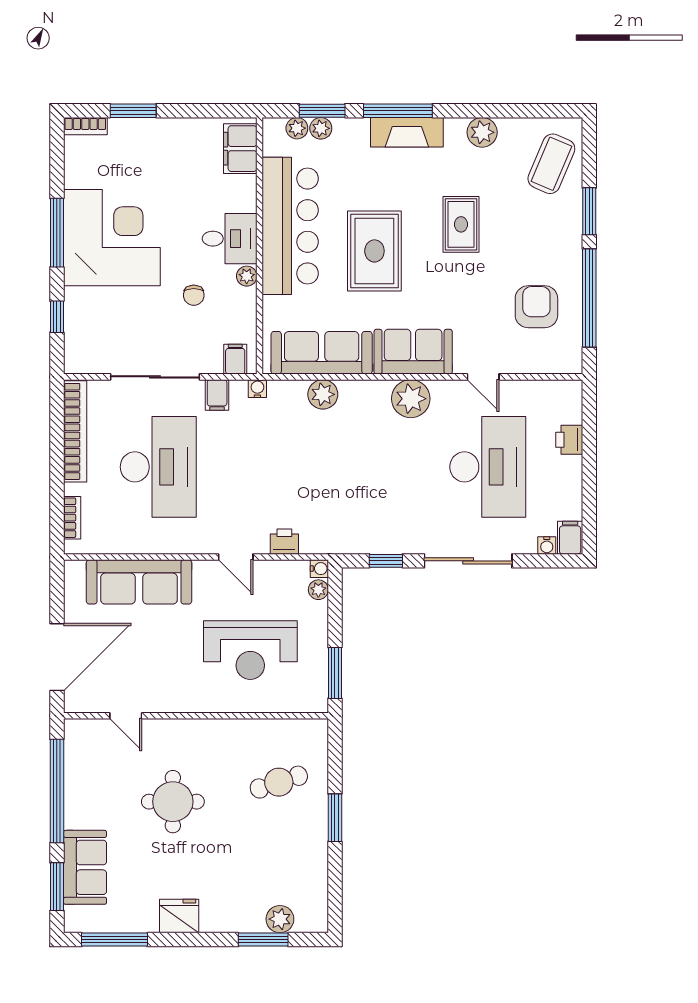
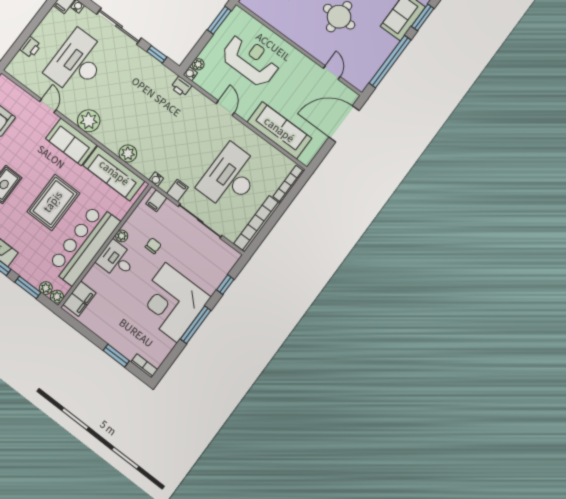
plant: (321, 128) -> (57, 297), moved
bookcase: (72, 518) -> (289, 184), width x1.56
printer: (284, 542) -> (181, 86), moved

